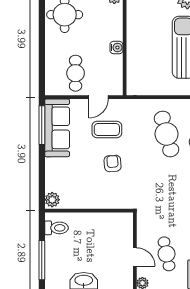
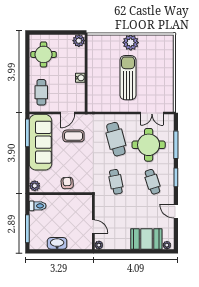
cafe table: (76, 73) -> (41, 92), moved
sofa: (57, 128) -> (41, 142), width x1.36, depth x1.27
armchair: (113, 163) -> (67, 183), moved
cafe table: (167, 254) -> (116, 182), moved

